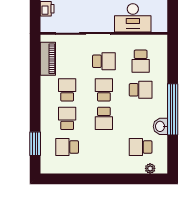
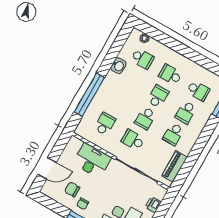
school desk: (141, 90) -> (170, 75), moved
window: (173, 109) -> (89, 95), moved

